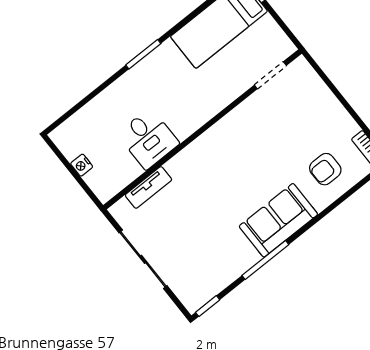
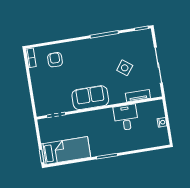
armchair: (325, 169) -> (55, 60), turned -90
sofa: (278, 220) -> (90, 98), moved, turned 180
side table: (198, 222) -> (125, 68), added

